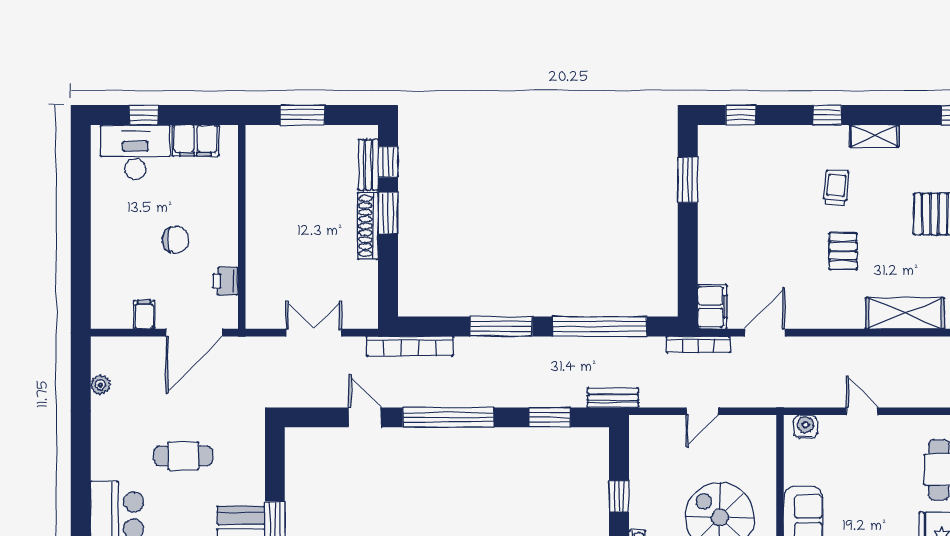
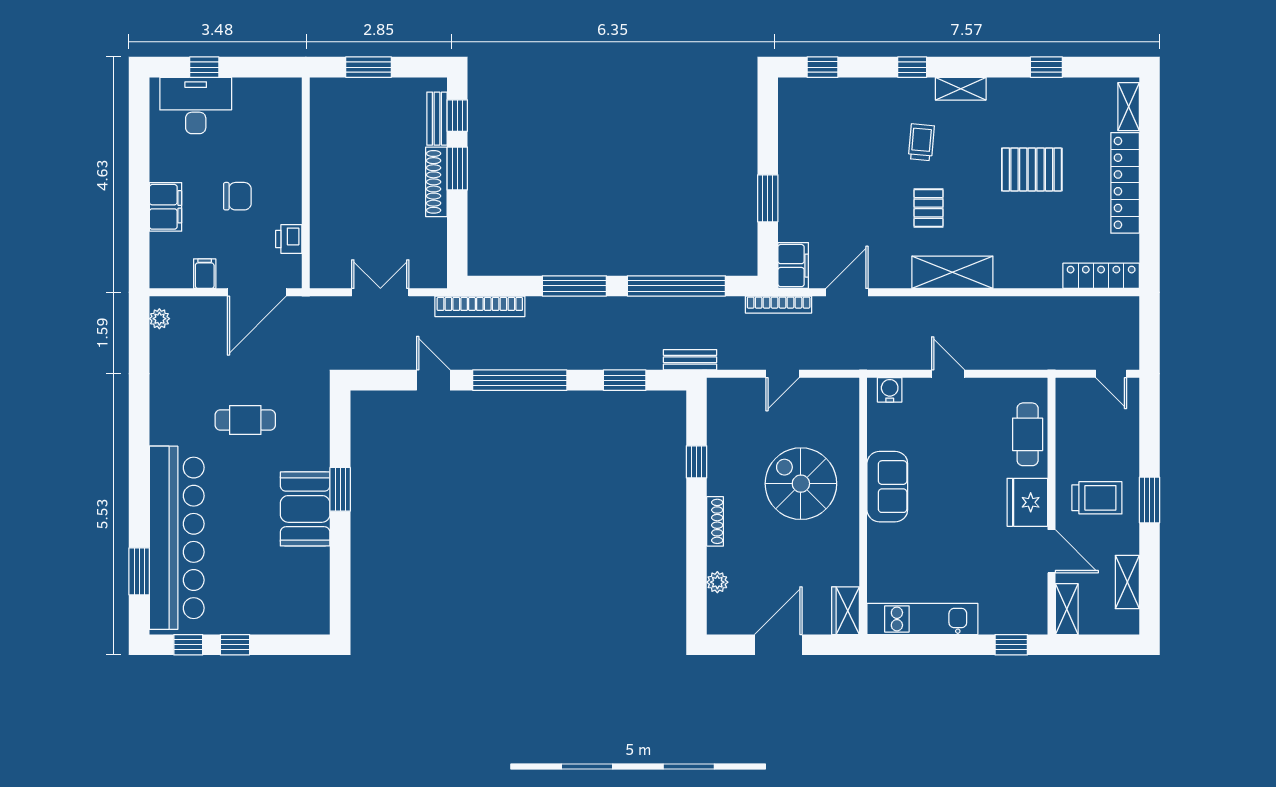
filing cabinet: (196, 141) -> (166, 207), moved, turned -90
window: (688, 180) -> (768, 198), moved
shelving: (905, 313) -> (952, 272), moved
plant: (100, 385) -> (159, 319), moved

